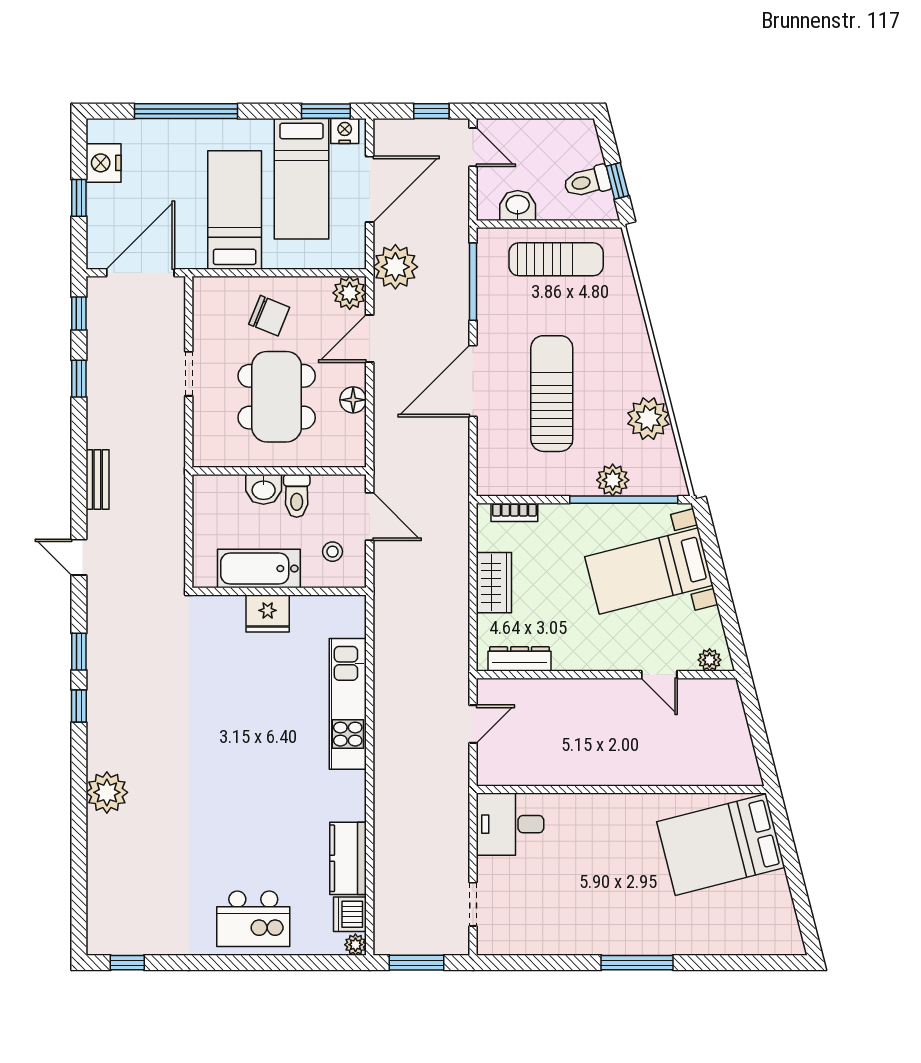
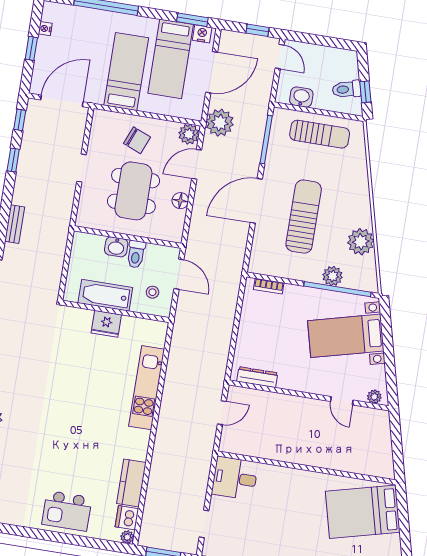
nightstand: (103, 163) -> (45, 29), width x0.53, depth x0.56
wardrobe: (494, 583) -> (249, 327), removed

